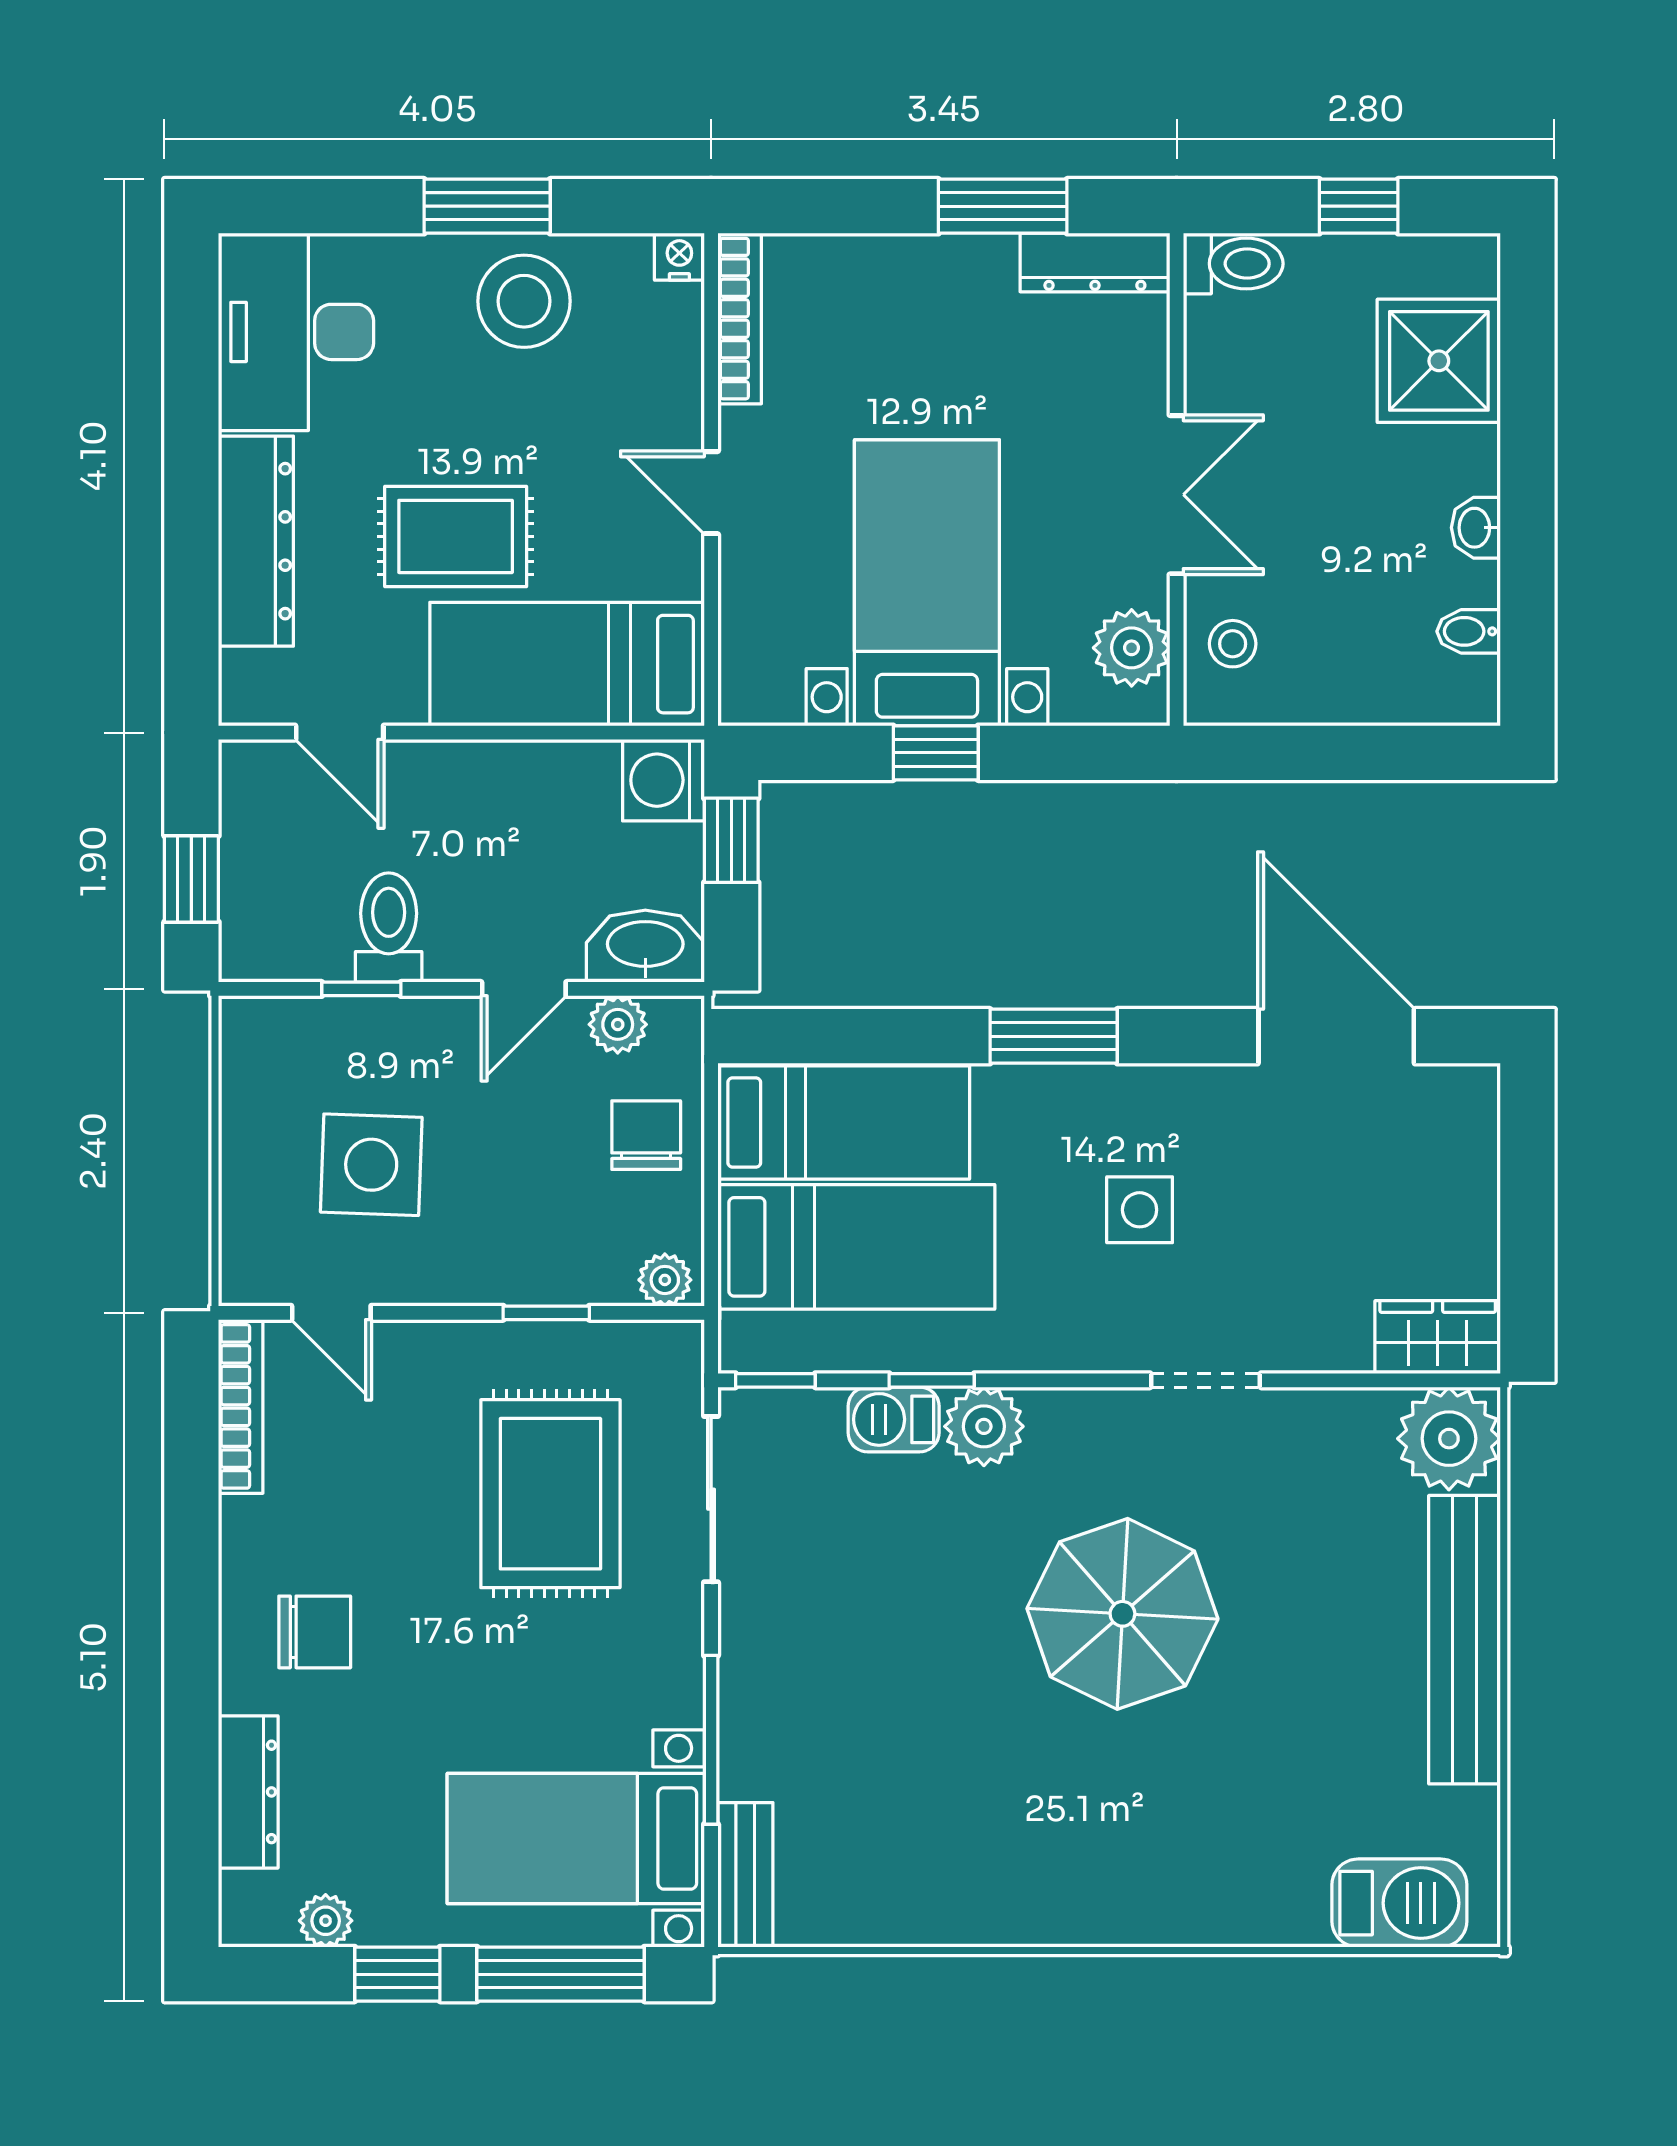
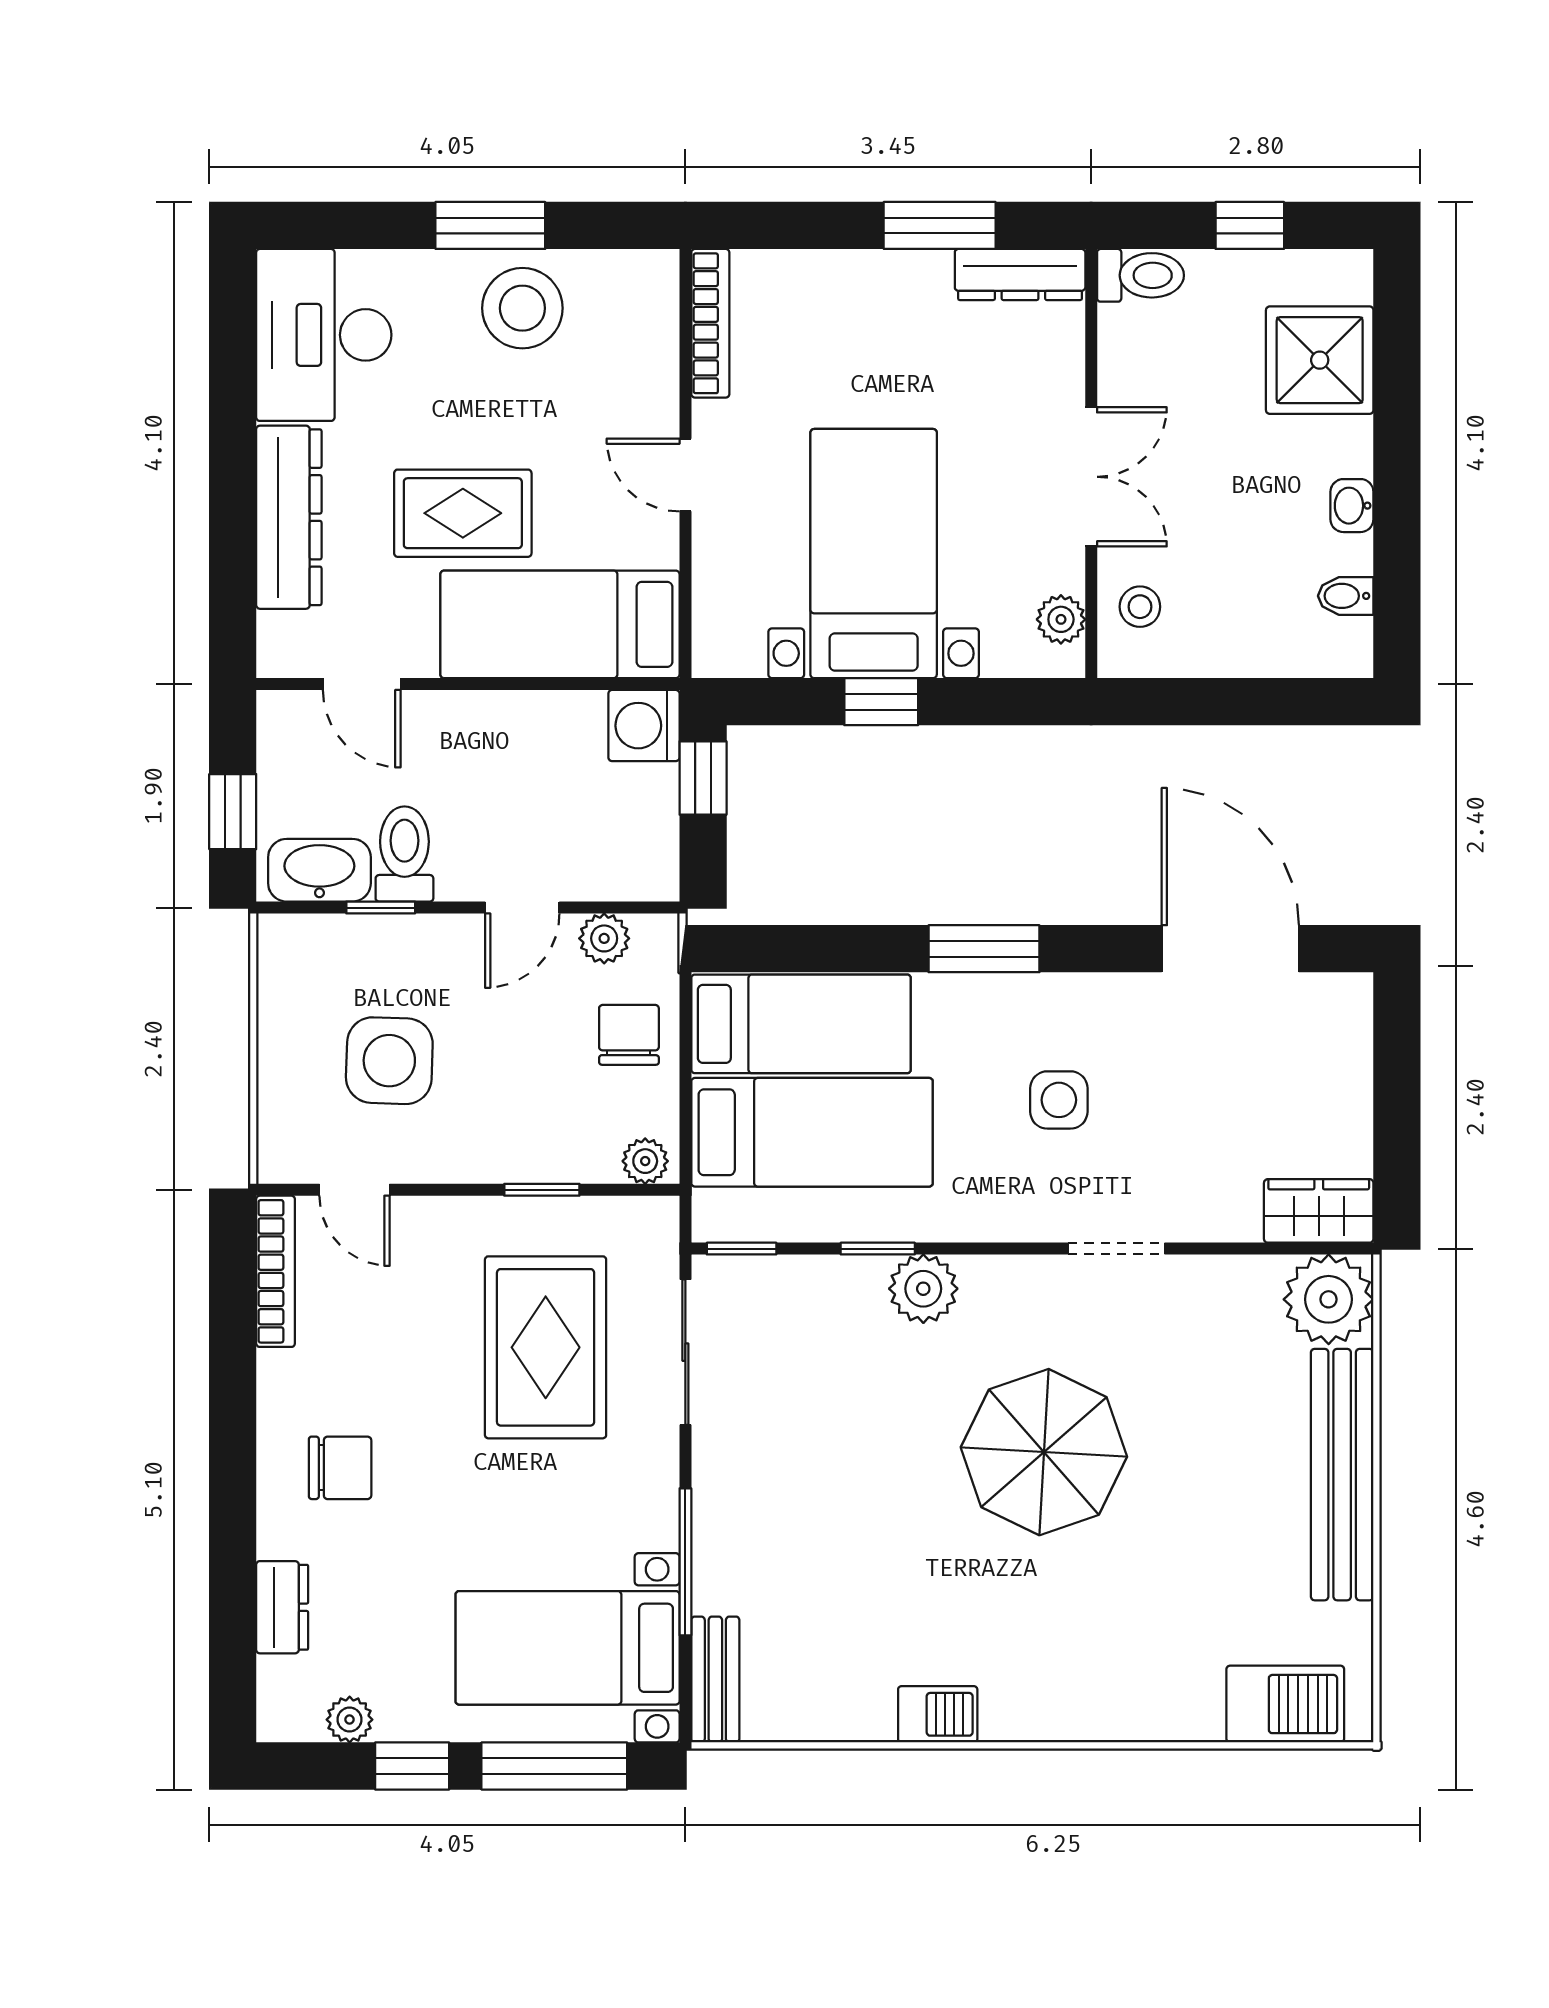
nightstand: (679, 257) -> (658, 269), removed
plant: (1132, 648) -> (1061, 619), width x0.73, depth x0.73
washbasin: (645, 946) -> (319, 870), moved
barbecue: (894, 1419) -> (938, 1714), moved, turned 180
dresser: (248, 1792) -> (282, 1607), width x0.70

